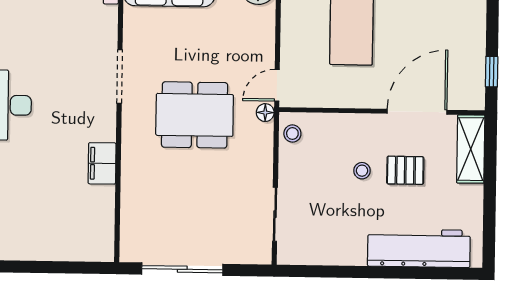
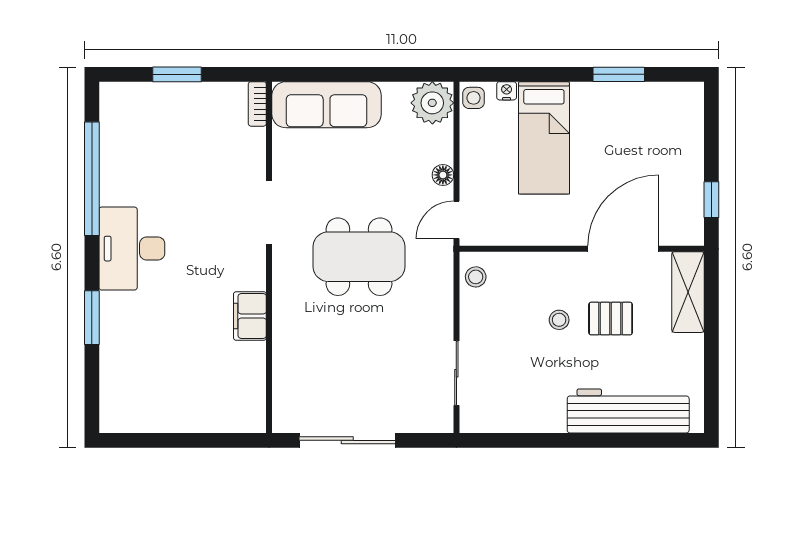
floor lamp: (265, 113) -> (443, 175), moved

